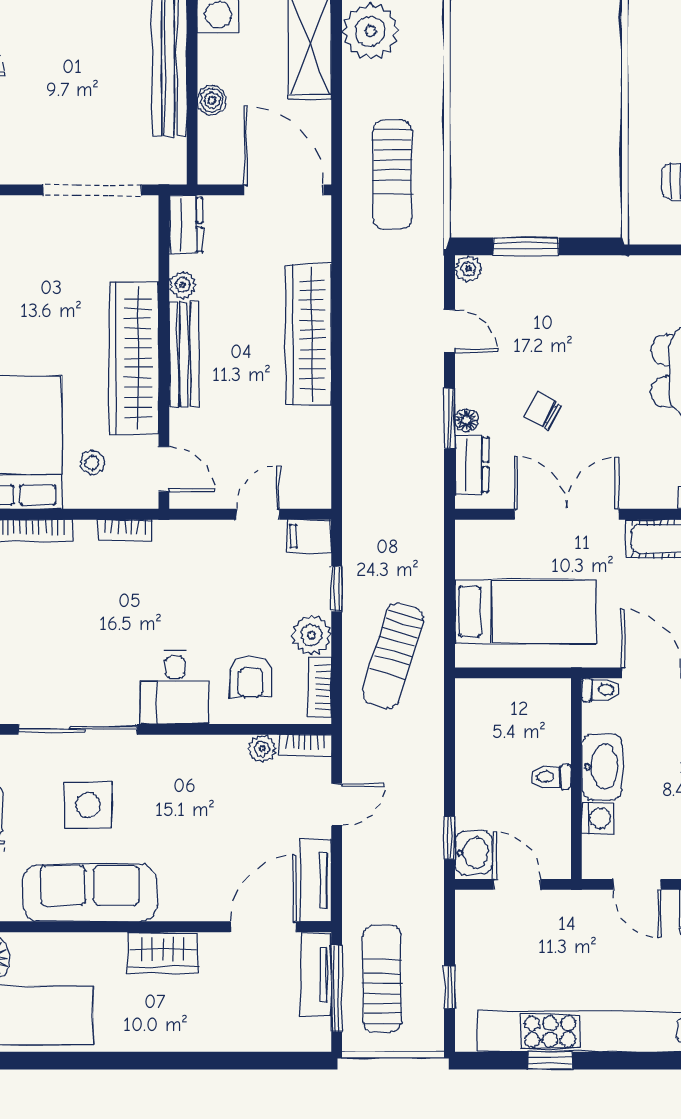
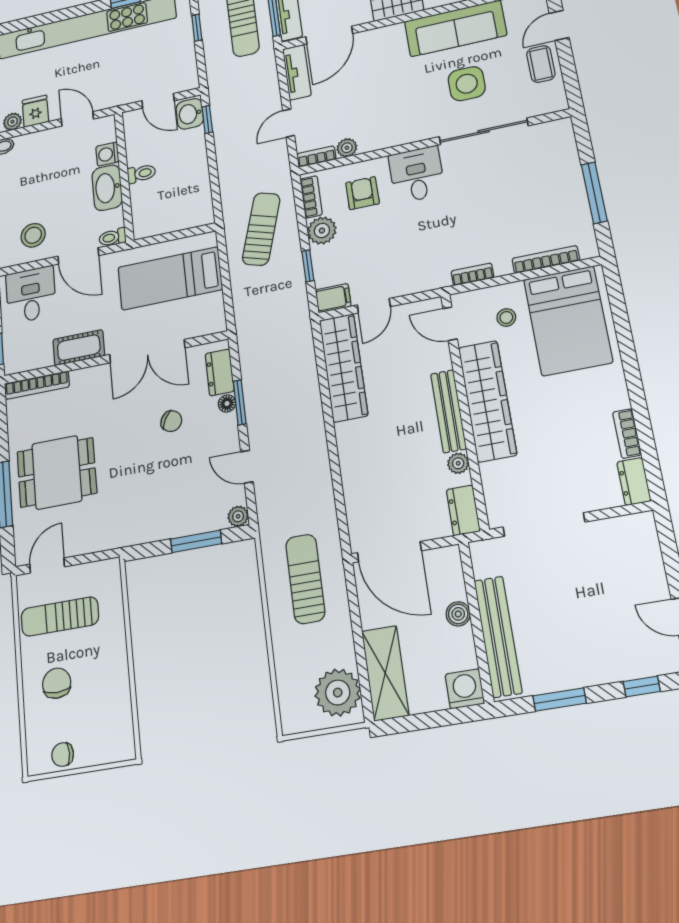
wardrobe: (309, 335) -> (343, 368), moved

